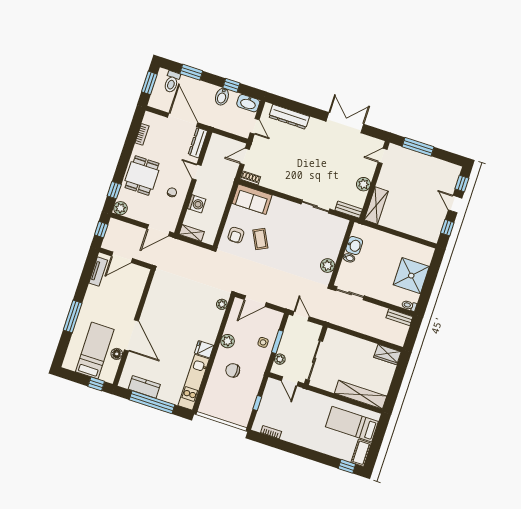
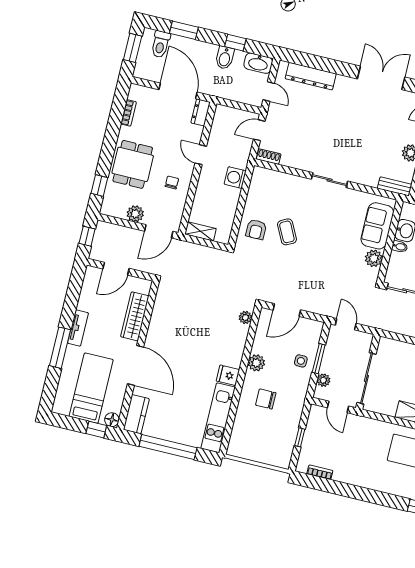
dresser: (198, 143) -> (201, 112), width x0.70
sofa: (252, 199) -> (377, 226), moved, turned 90
washing machine: (197, 204) -> (235, 178), moved, turned 180
sliding door: (315, 206) -> (330, 180), moved
plant: (120, 208) -> (135, 214), moved
tv unit: (98, 272) -> (78, 328), moved
wardrobe: (134, 296) -> (135, 316), added
floor lamp: (117, 354) -> (112, 420), moved
kitchen counter: (144, 387) -> (136, 414), moved, turned 90

